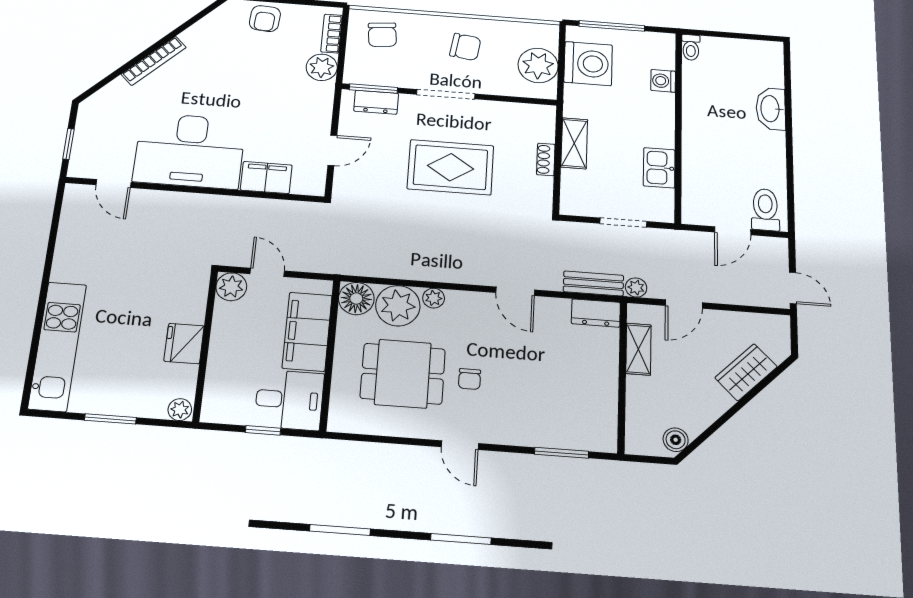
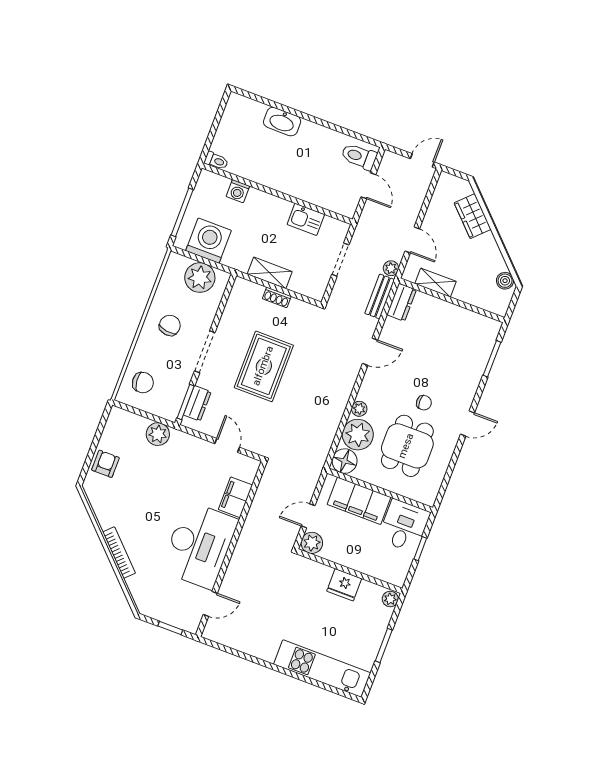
armchair: (265, 19) -> (105, 464), turned -94
bookcase: (332, 34) -> (132, 419), removed

